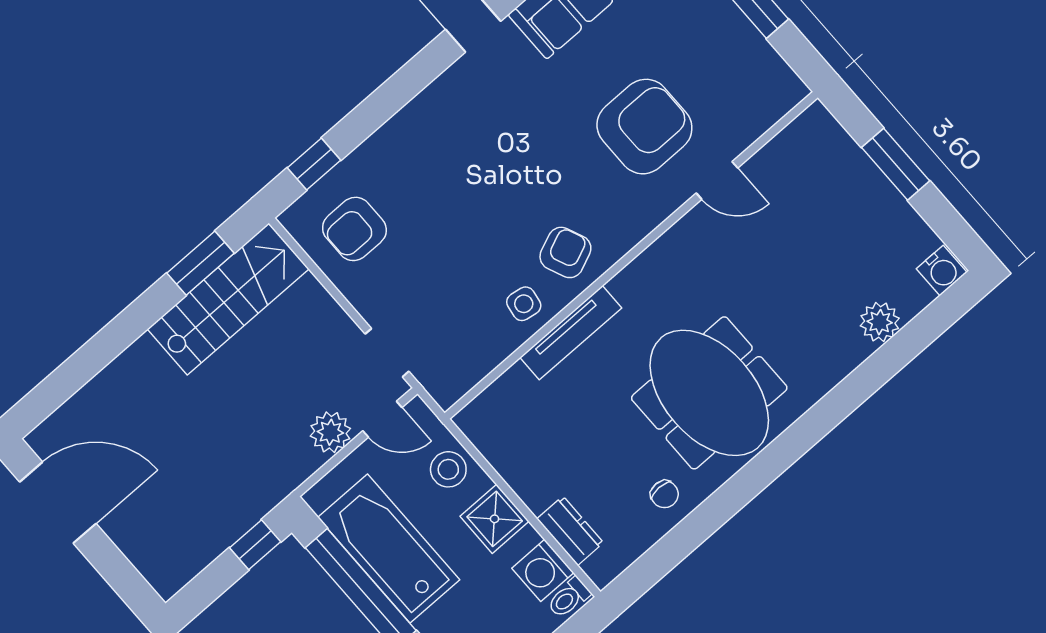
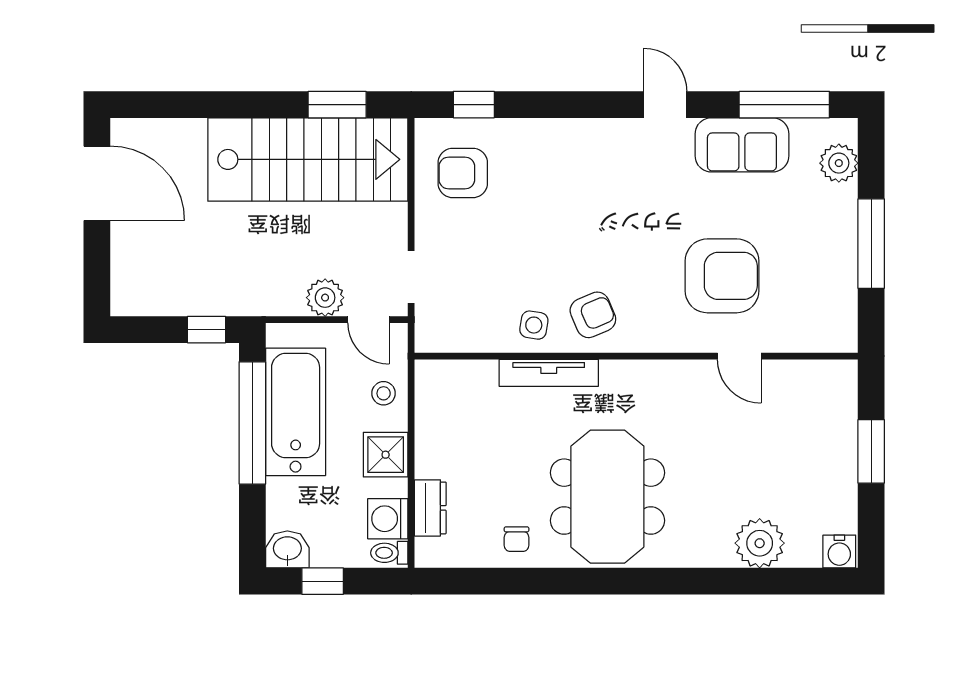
stairs: (228, 299) -> (308, 159), width x1.36, depth x1.51
plant: (880, 322) -> (760, 543), width x1.36, depth x1.36
stool: (448, 469) -> (384, 393), width x0.73, depth x0.73

